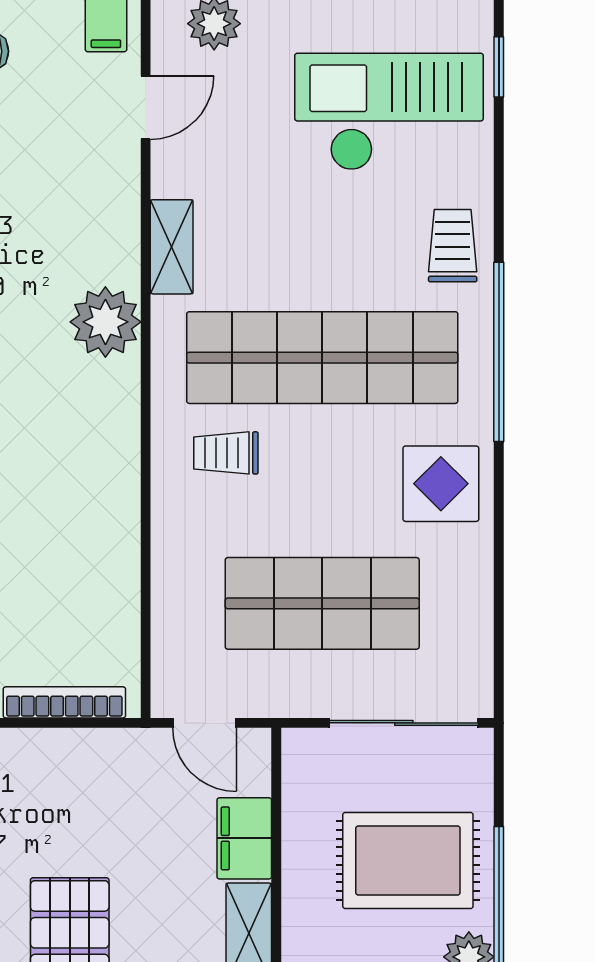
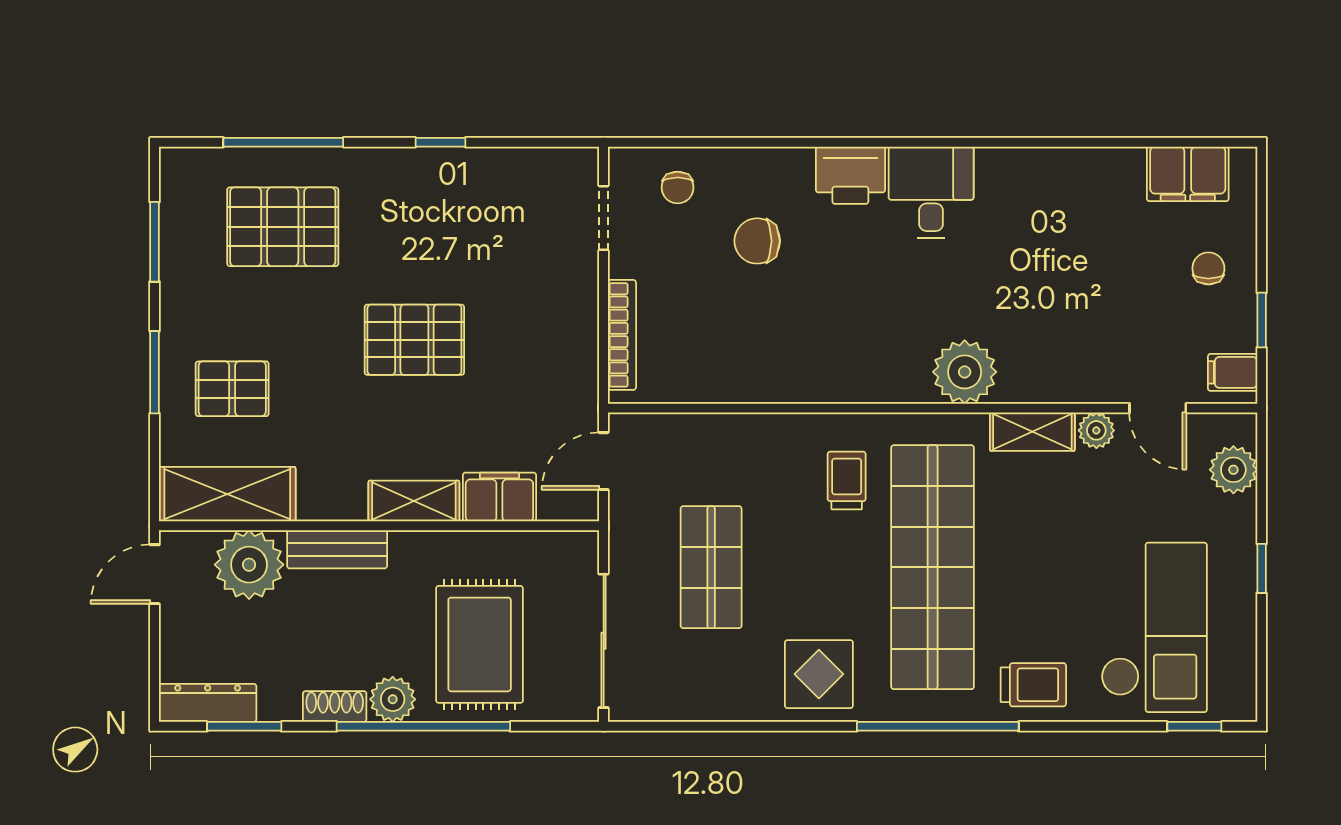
plant: (170, 176) -> (1096, 430), added
shop shelf: (322, 603) -> (711, 567), width x0.70, depth x0.74

